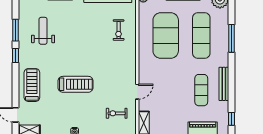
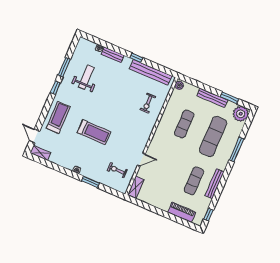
exercise mat: (166, 35) -> (184, 124), width x0.50, depth x0.69

